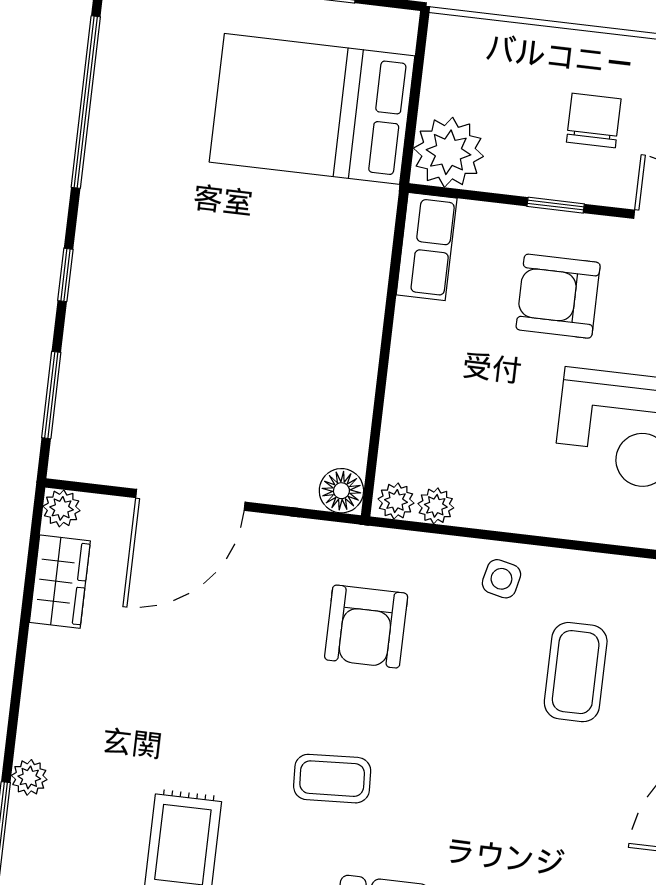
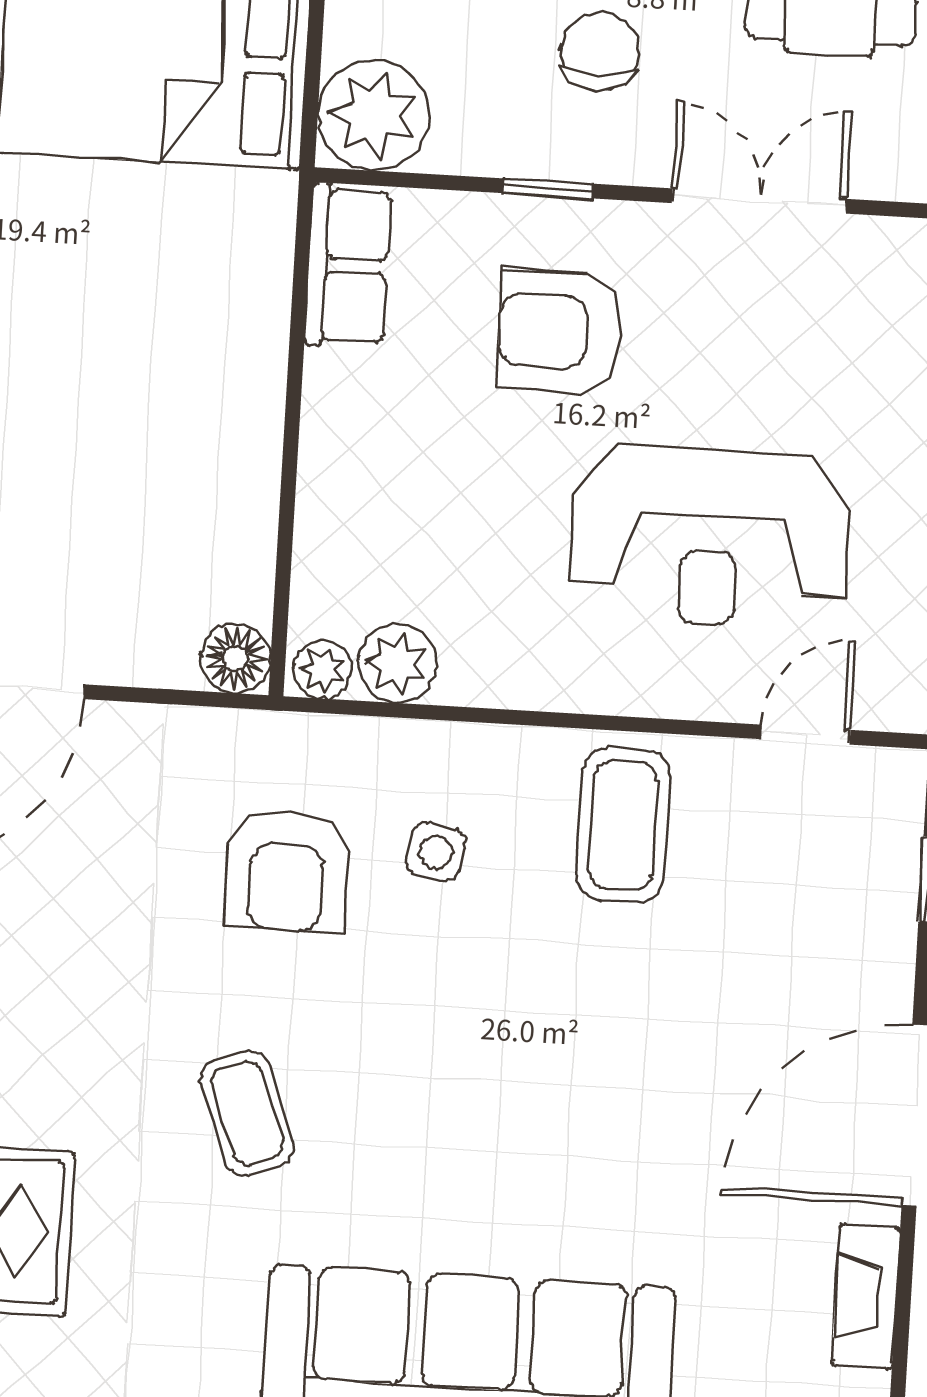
plant: (436, 506) -> (397, 663), width x1.38, depth x1.38
side table: (501, 579) -> (435, 852), moved
coffee table: (576, 672) -> (623, 825), moved
coffee table: (332, 779) -> (247, 1113), turned 72

